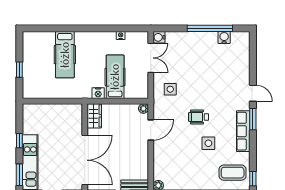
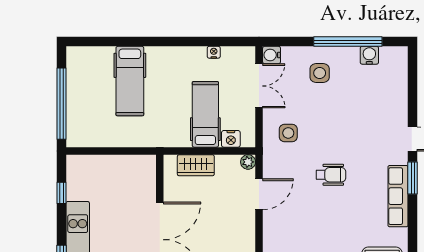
window: (19, 70) -> (61, 104), width x3.17
nightstand: (98, 93) -> (231, 139), moved
wardrobe: (94, 116) -> (196, 165), moved, turned 90
wheelchair: (199, 117) -> (331, 175), turned 180
window: (19, 141) -> (61, 193), moved
side table: (208, 143) -> (320, 73), moved

